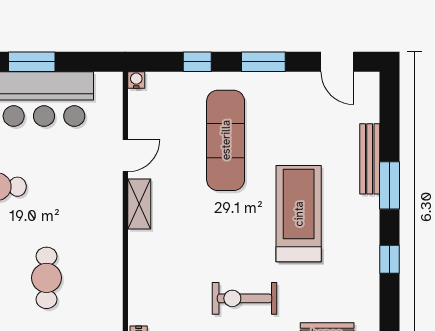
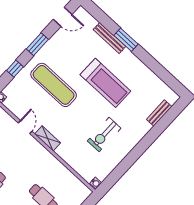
treadmill: (299, 214) -> (105, 83), turned 180
window: (389, 259) -> (153, 65), removed
exercise bike: (245, 298) -> (104, 135), moved

